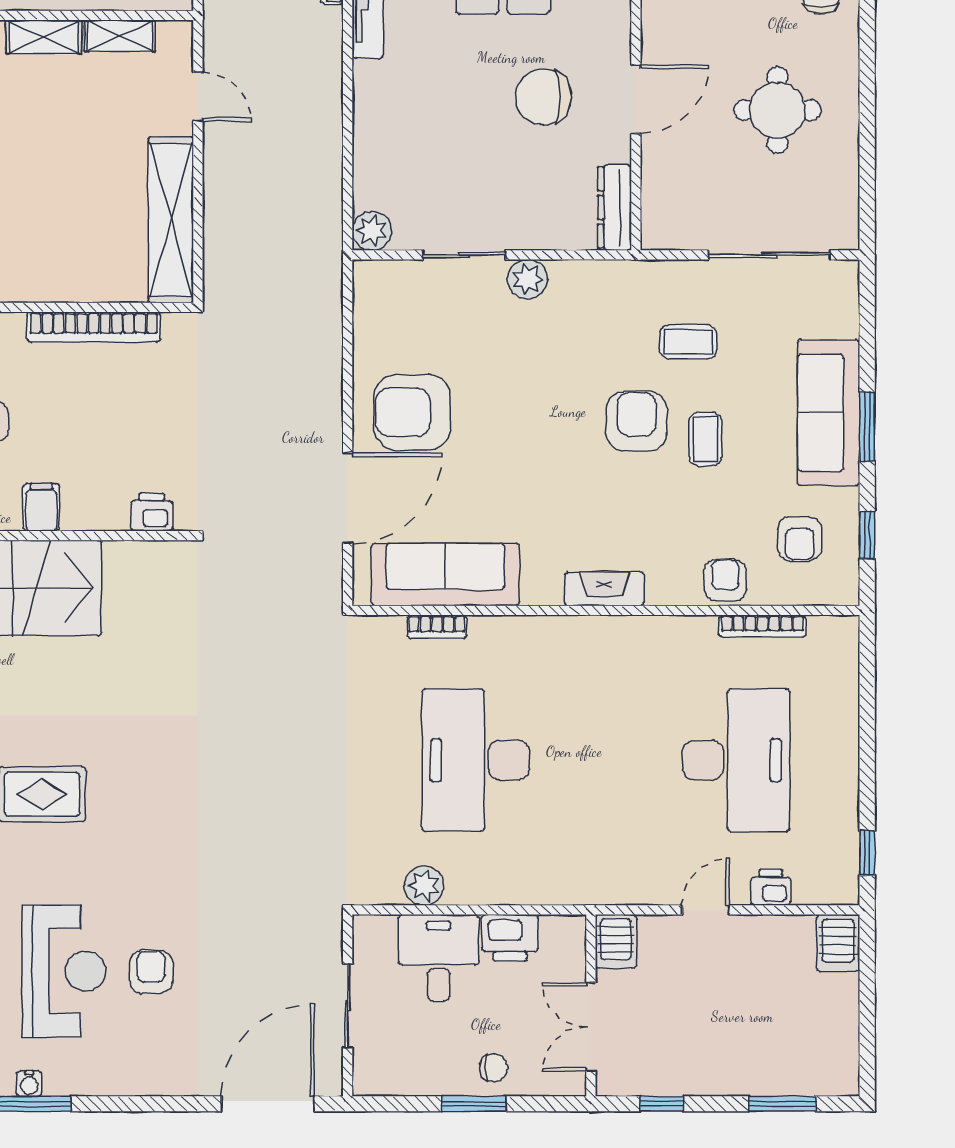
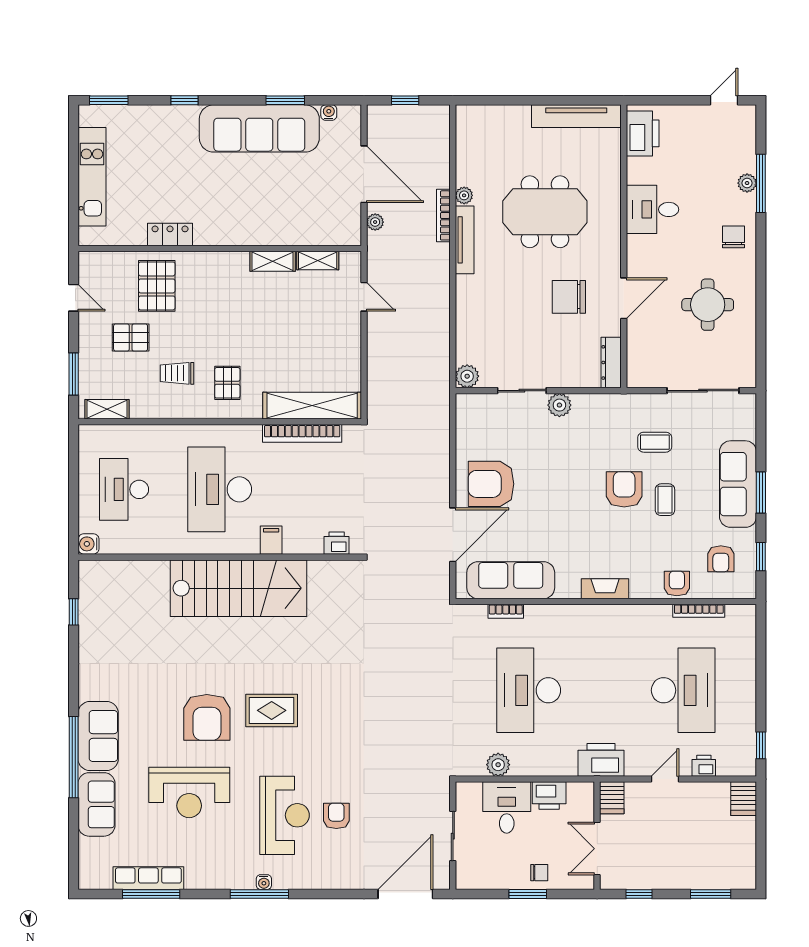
shelving: (171, 220) -> (312, 406), moved, turned 90
printer: (598, 878) -> (601, 760), added

